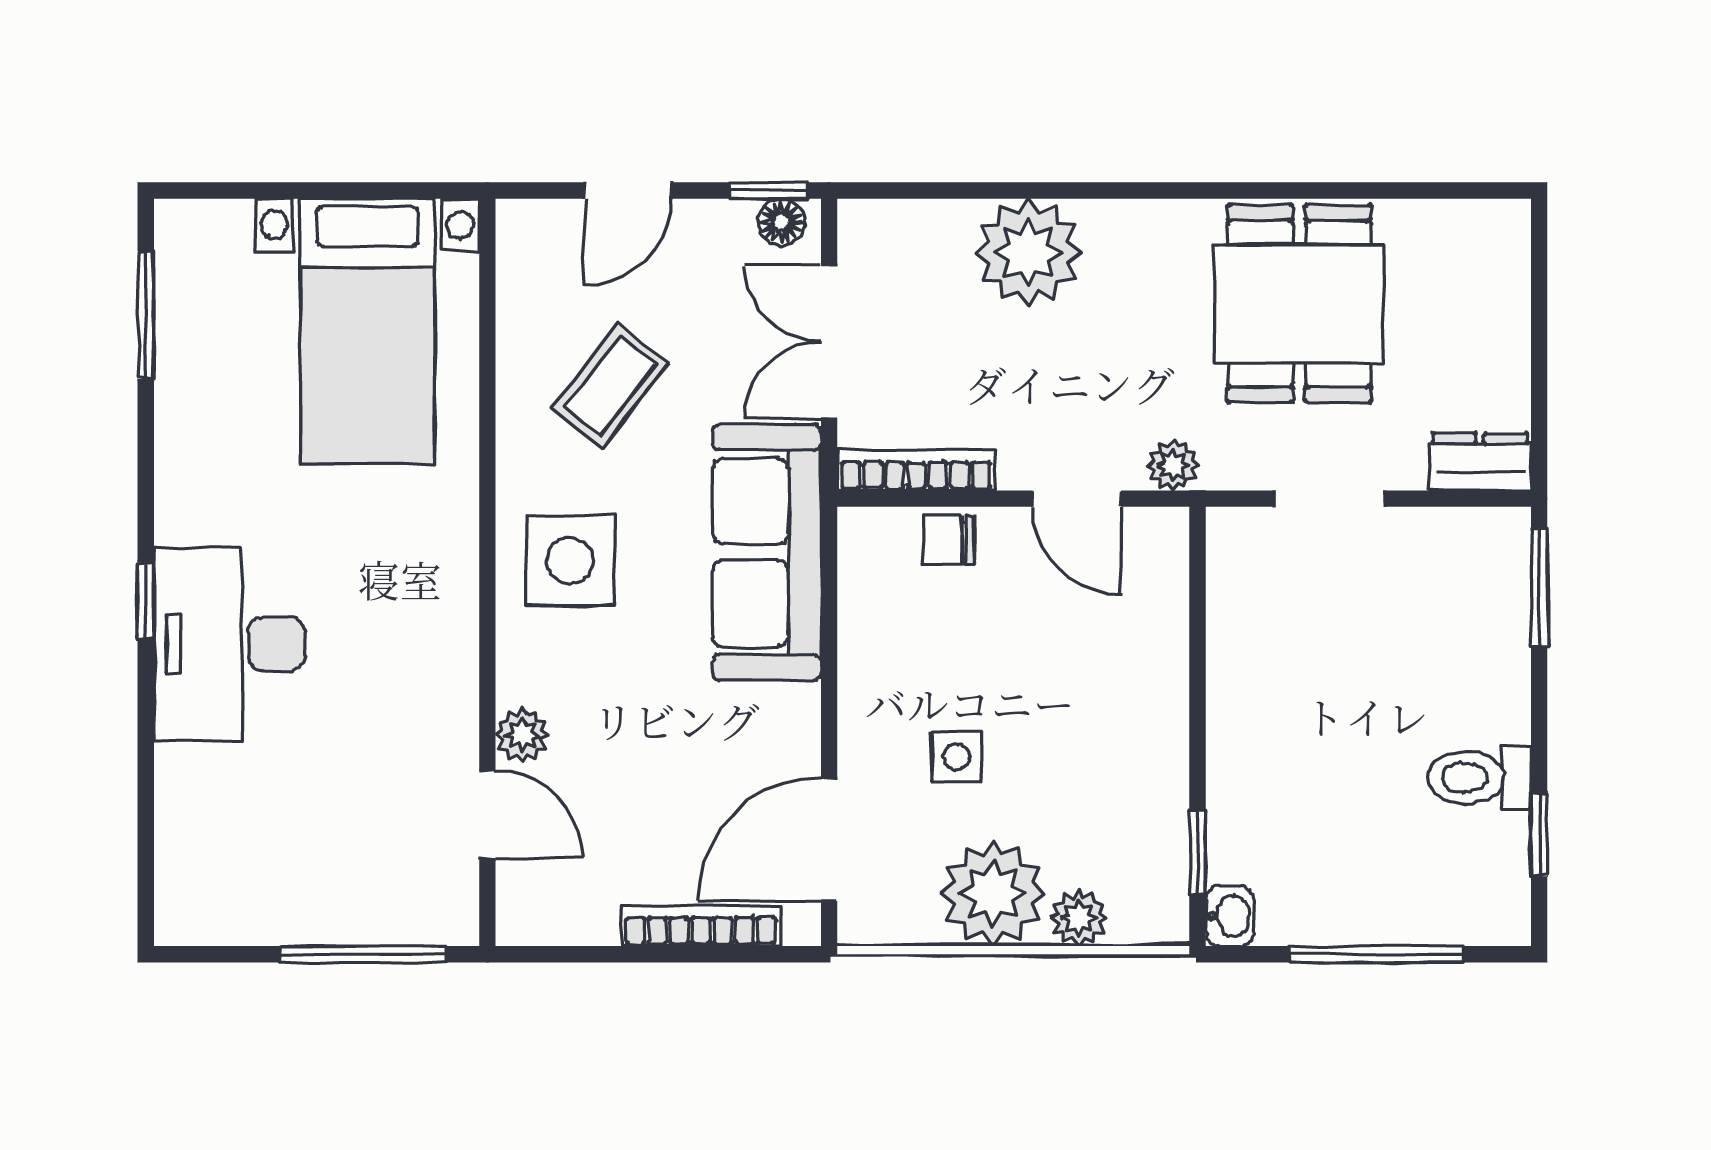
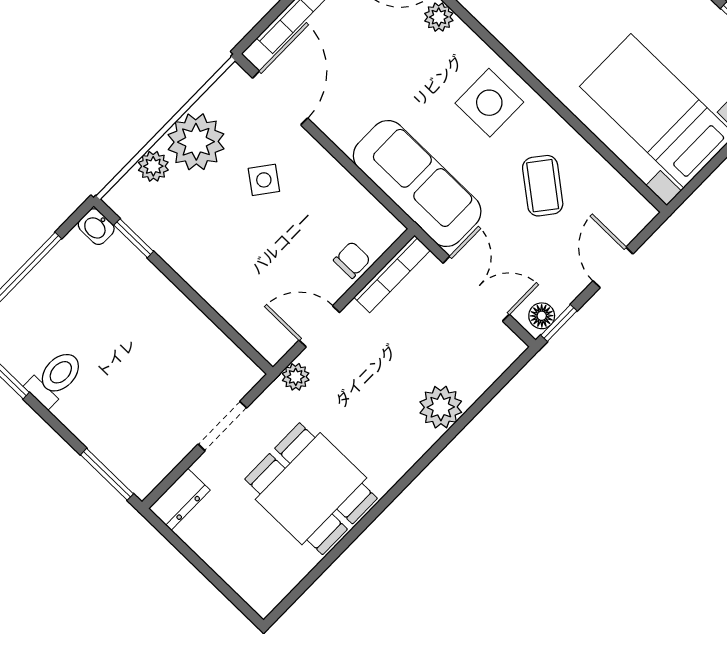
plant: (1028, 252) -> (441, 407), width x0.73, depth x0.73
side table: (956, 757) -> (264, 180), turned 37

